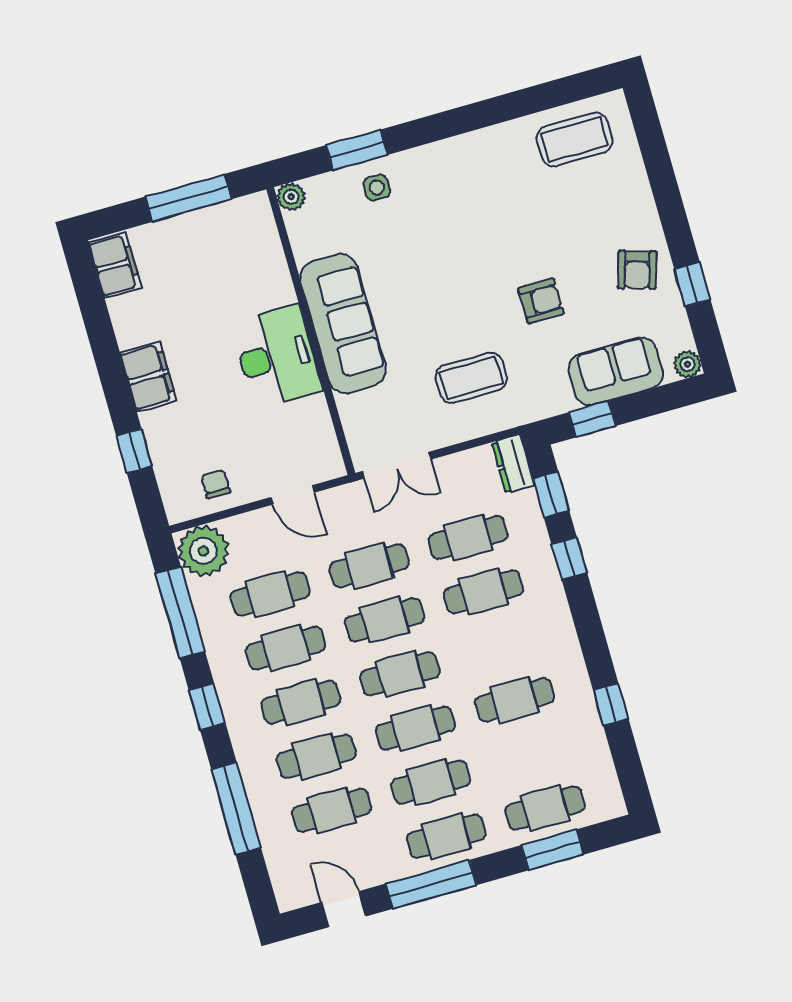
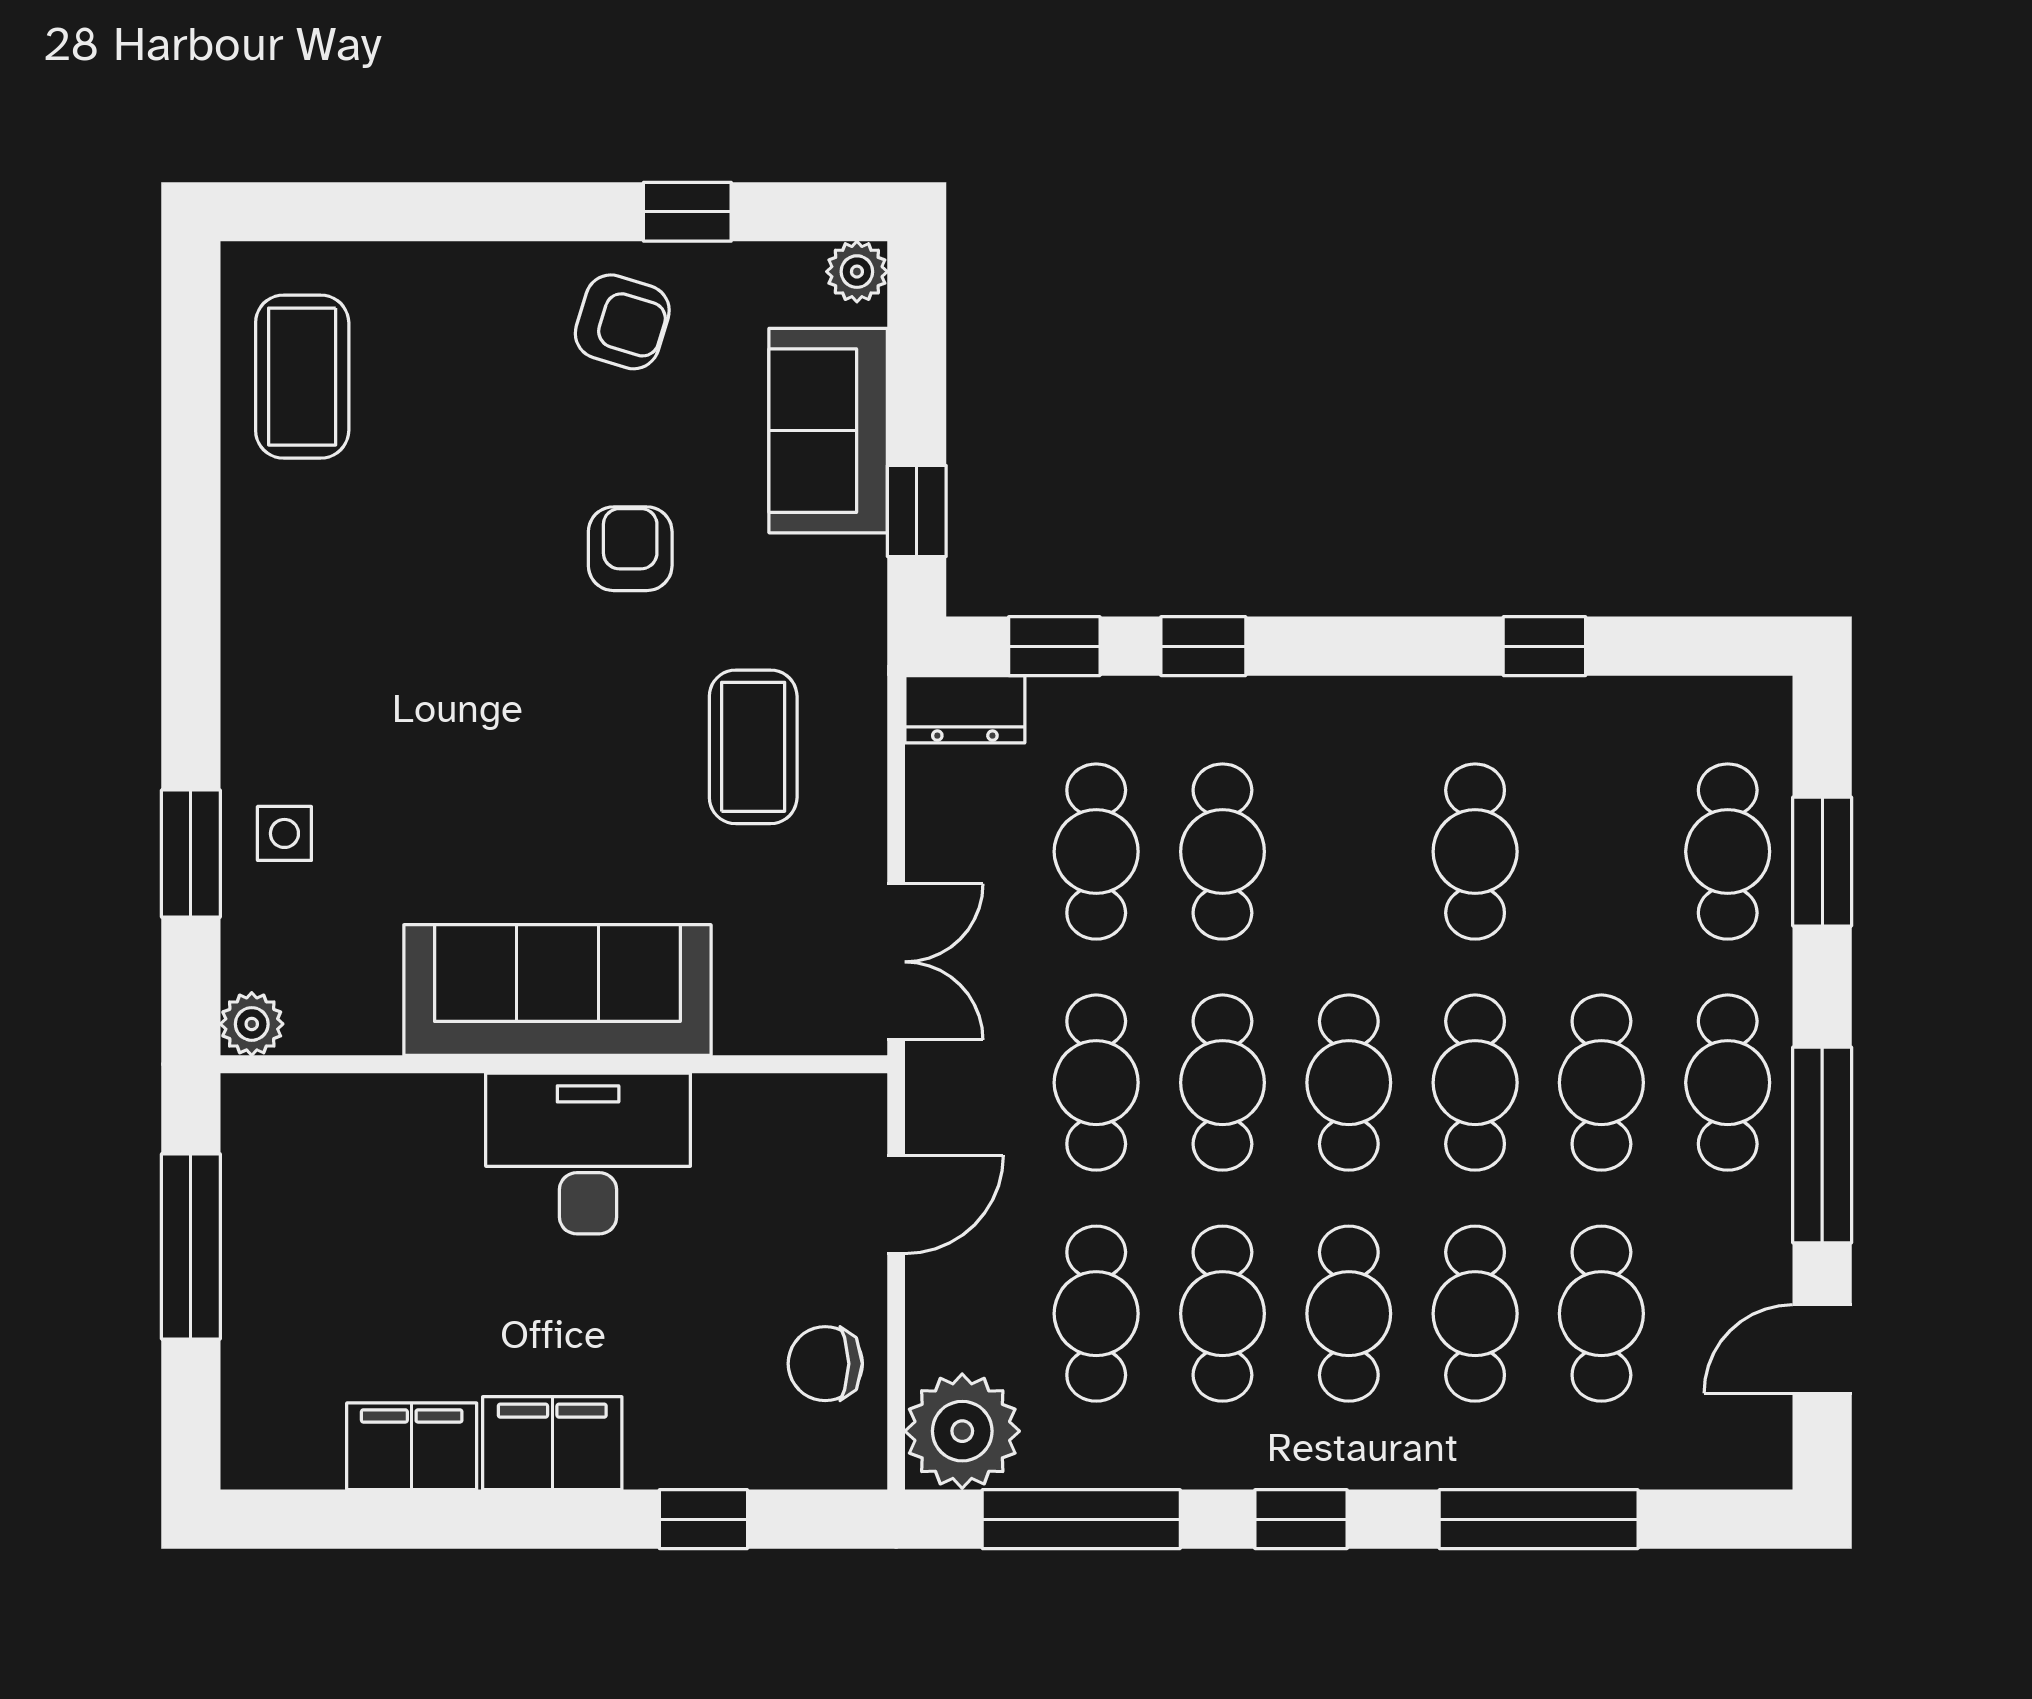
filing cabinet: (115, 265) -> (412, 1446), moved
chair: (216, 484) -> (825, 1364), width x1.37, depth x1.37

